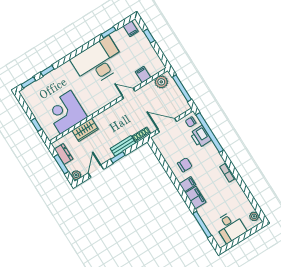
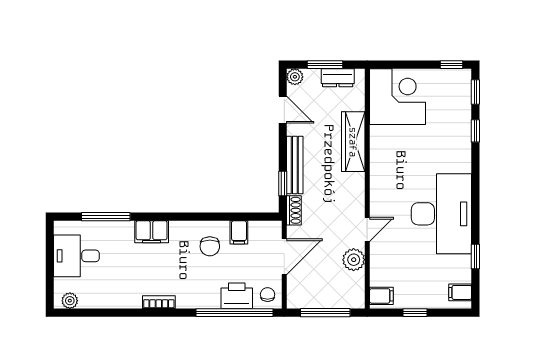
window: (149, 36) -> (415, 313), moved
filing cabinet: (143, 75) -> (381, 296), moved
plant: (161, 82) -> (354, 260), moved
corner desk: (66, 112) -> (398, 97), moved
window: (36, 125) -> (452, 65), moved
wardrobe: (85, 130) -> (353, 142), width x1.50
bench: (123, 146) -> (295, 165), width x1.36
window: (118, 157) -> (283, 183), moved
filing cabinet: (188, 184) -> (239, 232), moved

